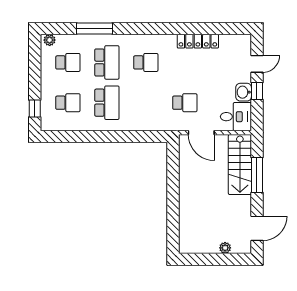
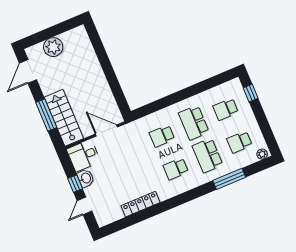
school desk: (185, 103) -> (162, 136), moved
plant: (225, 248) -> (53, 47), width x1.87, depth x1.87

